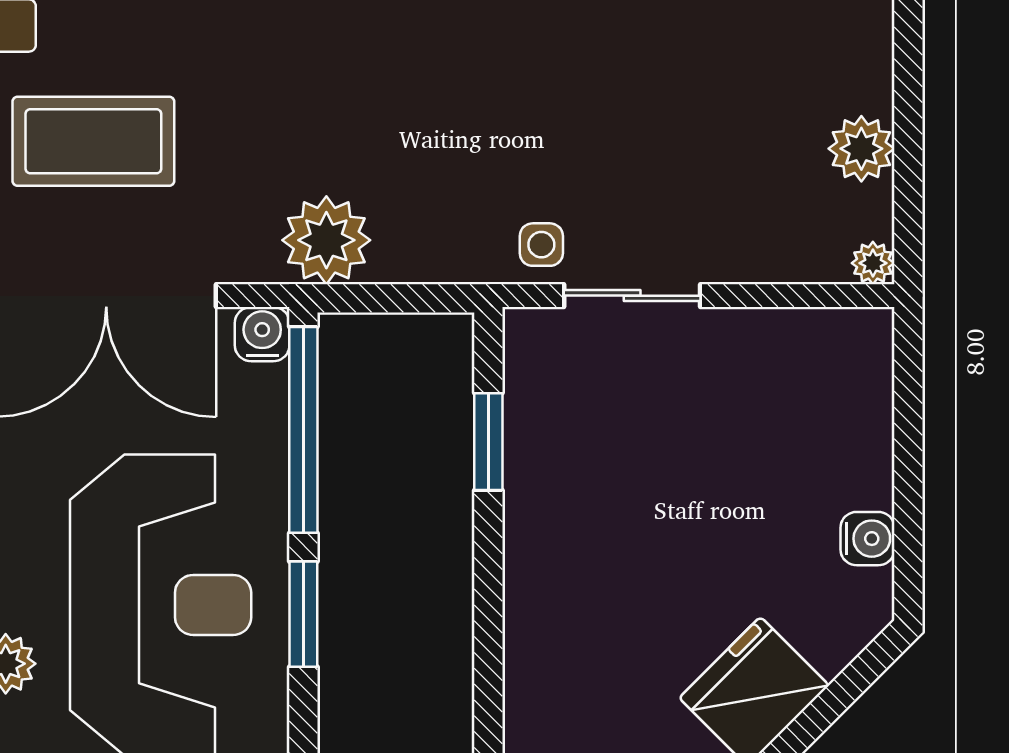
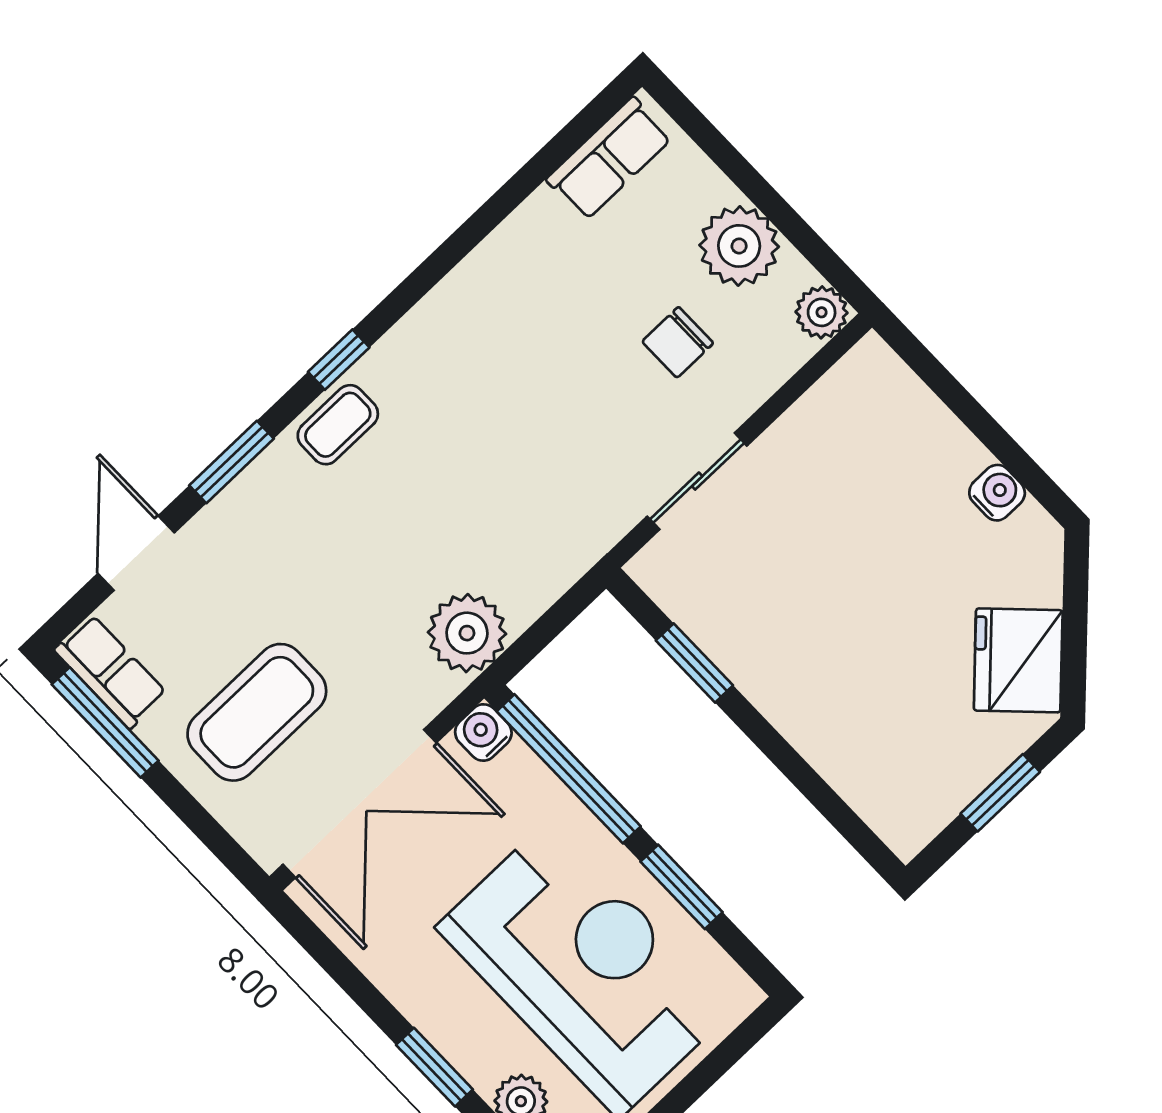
plant: (861, 149) -> (739, 246), width x1.36, depth x1.36
chair: (724, 167) -> (678, 342), added
side table: (541, 245) -> (608, 504), removed
plant: (873, 263) -> (822, 312), width x1.38, depth x1.38

